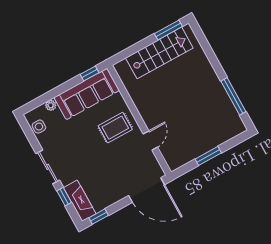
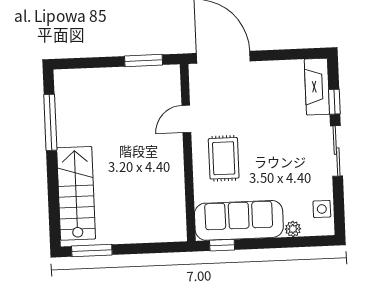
stairs: (159, 53) -> (76, 193), moved, turned 90
rug: (115, 128) -> (224, 158), turned 90
window: (208, 156) -> (144, 60), moved
window: (99, 217) -> (303, 54), removed

